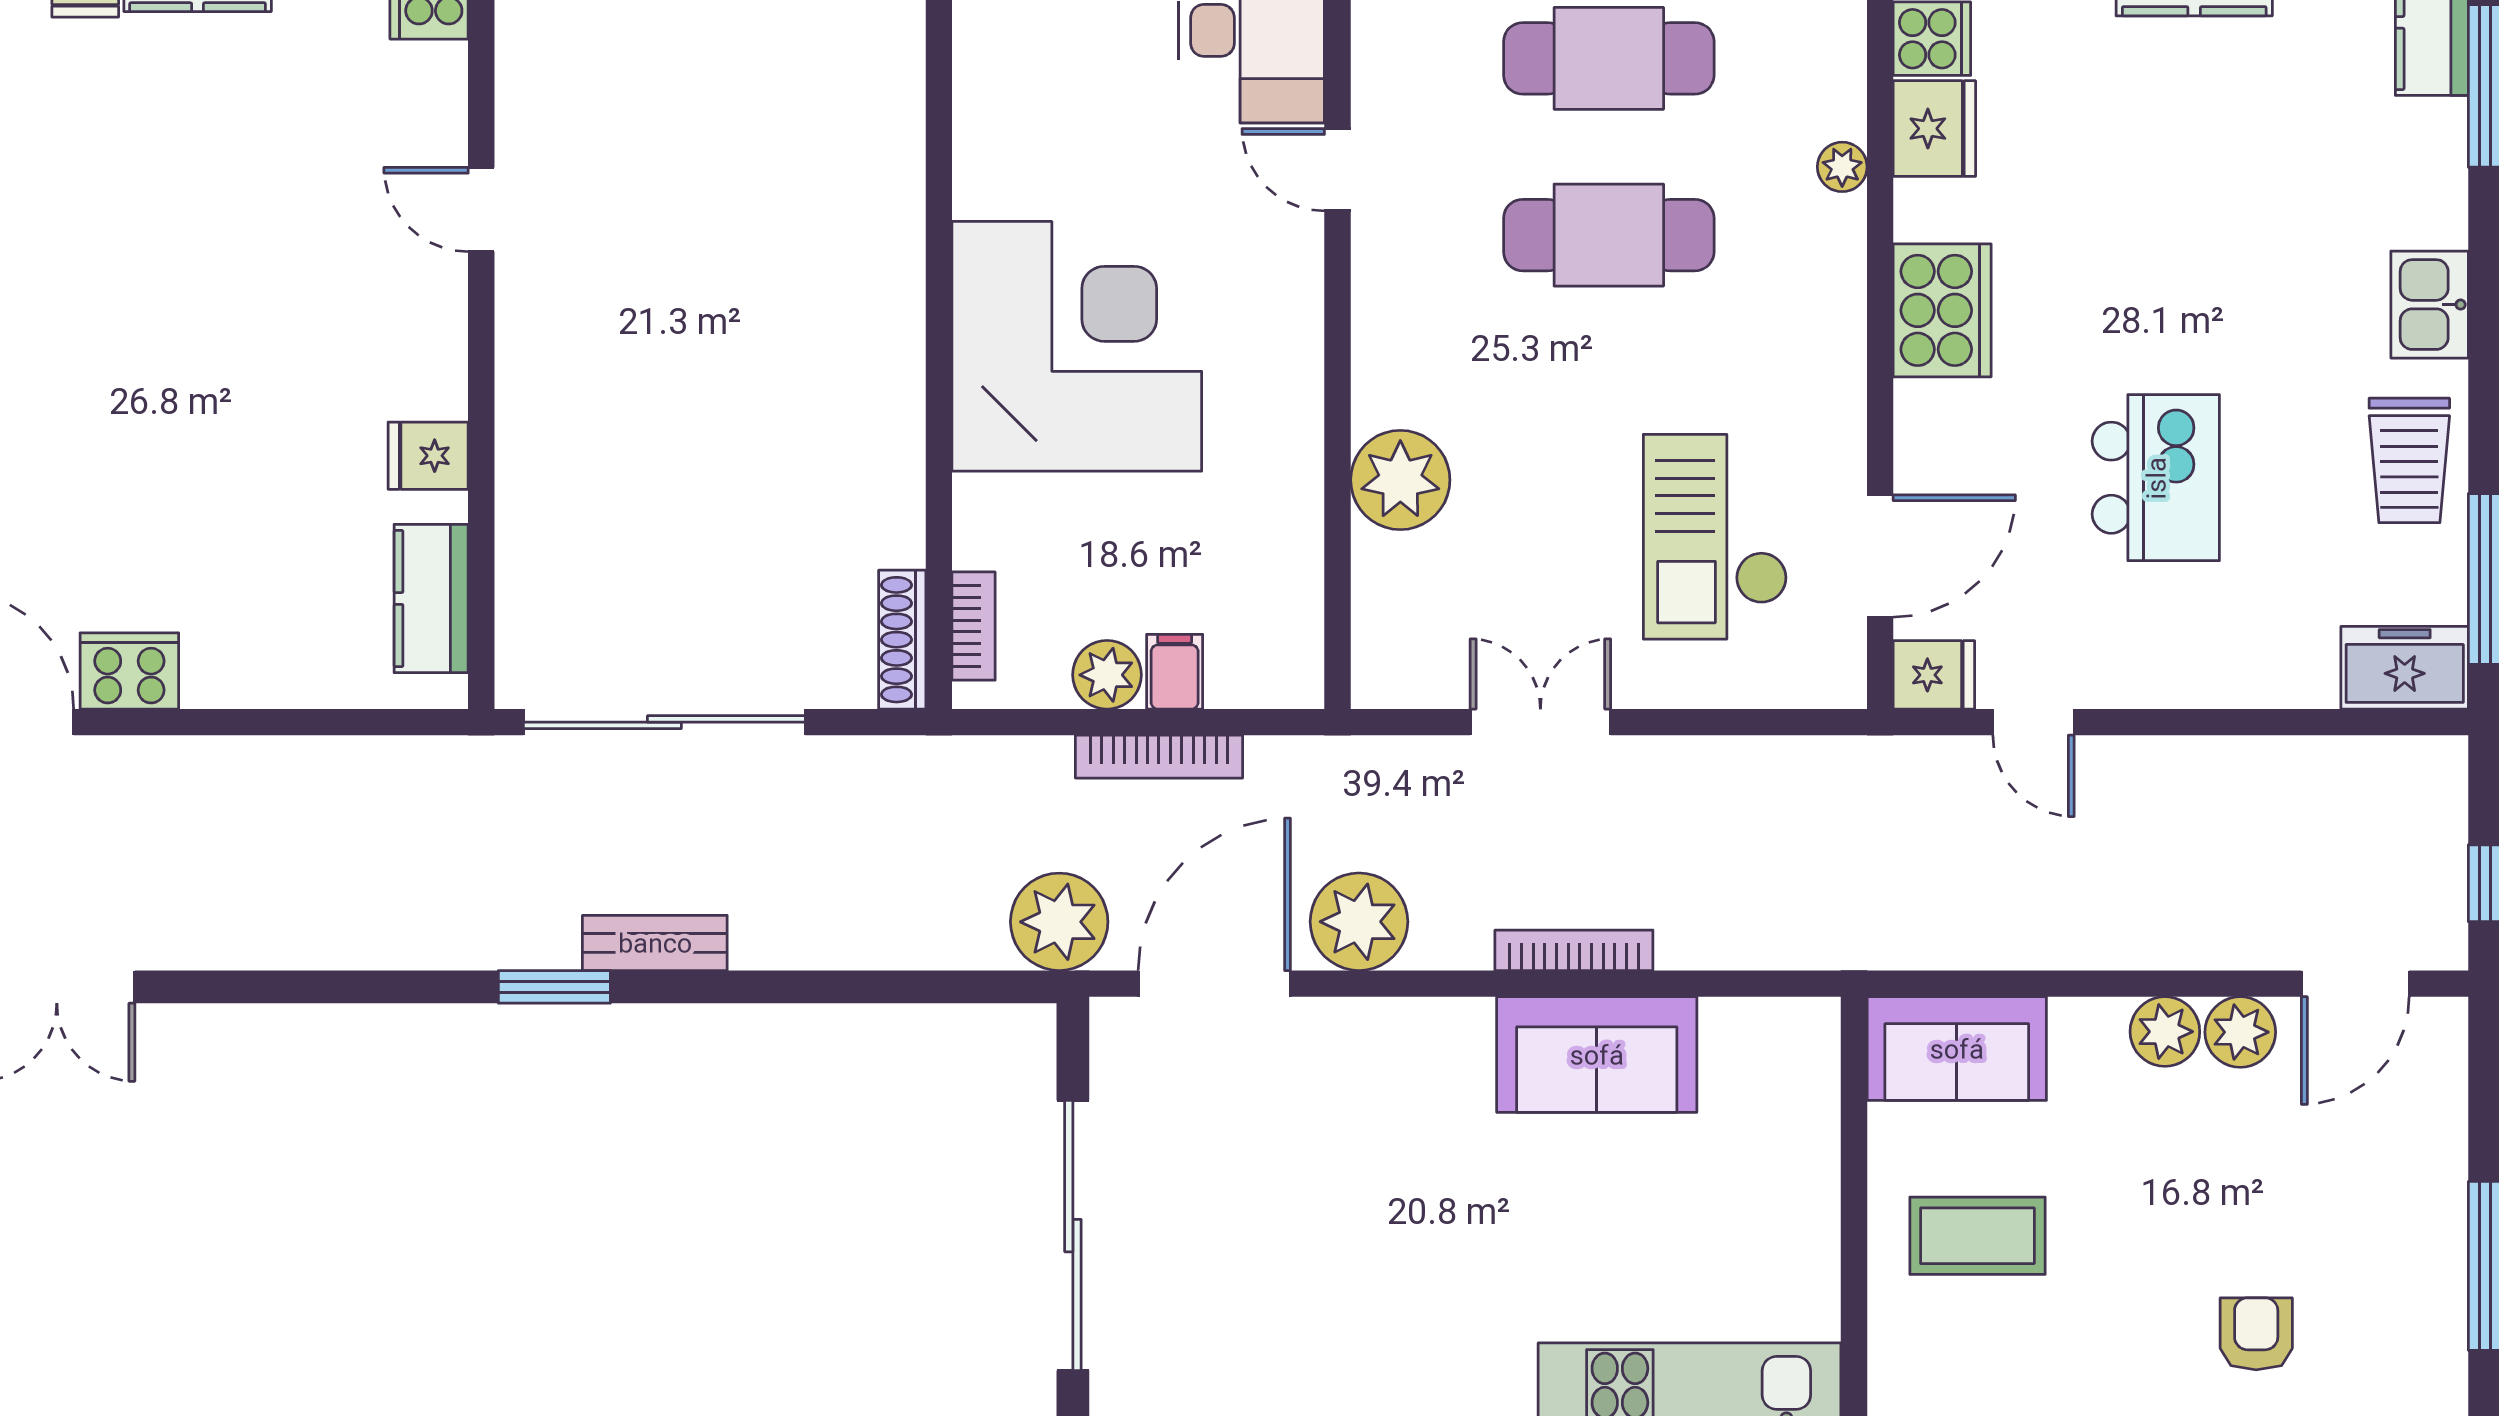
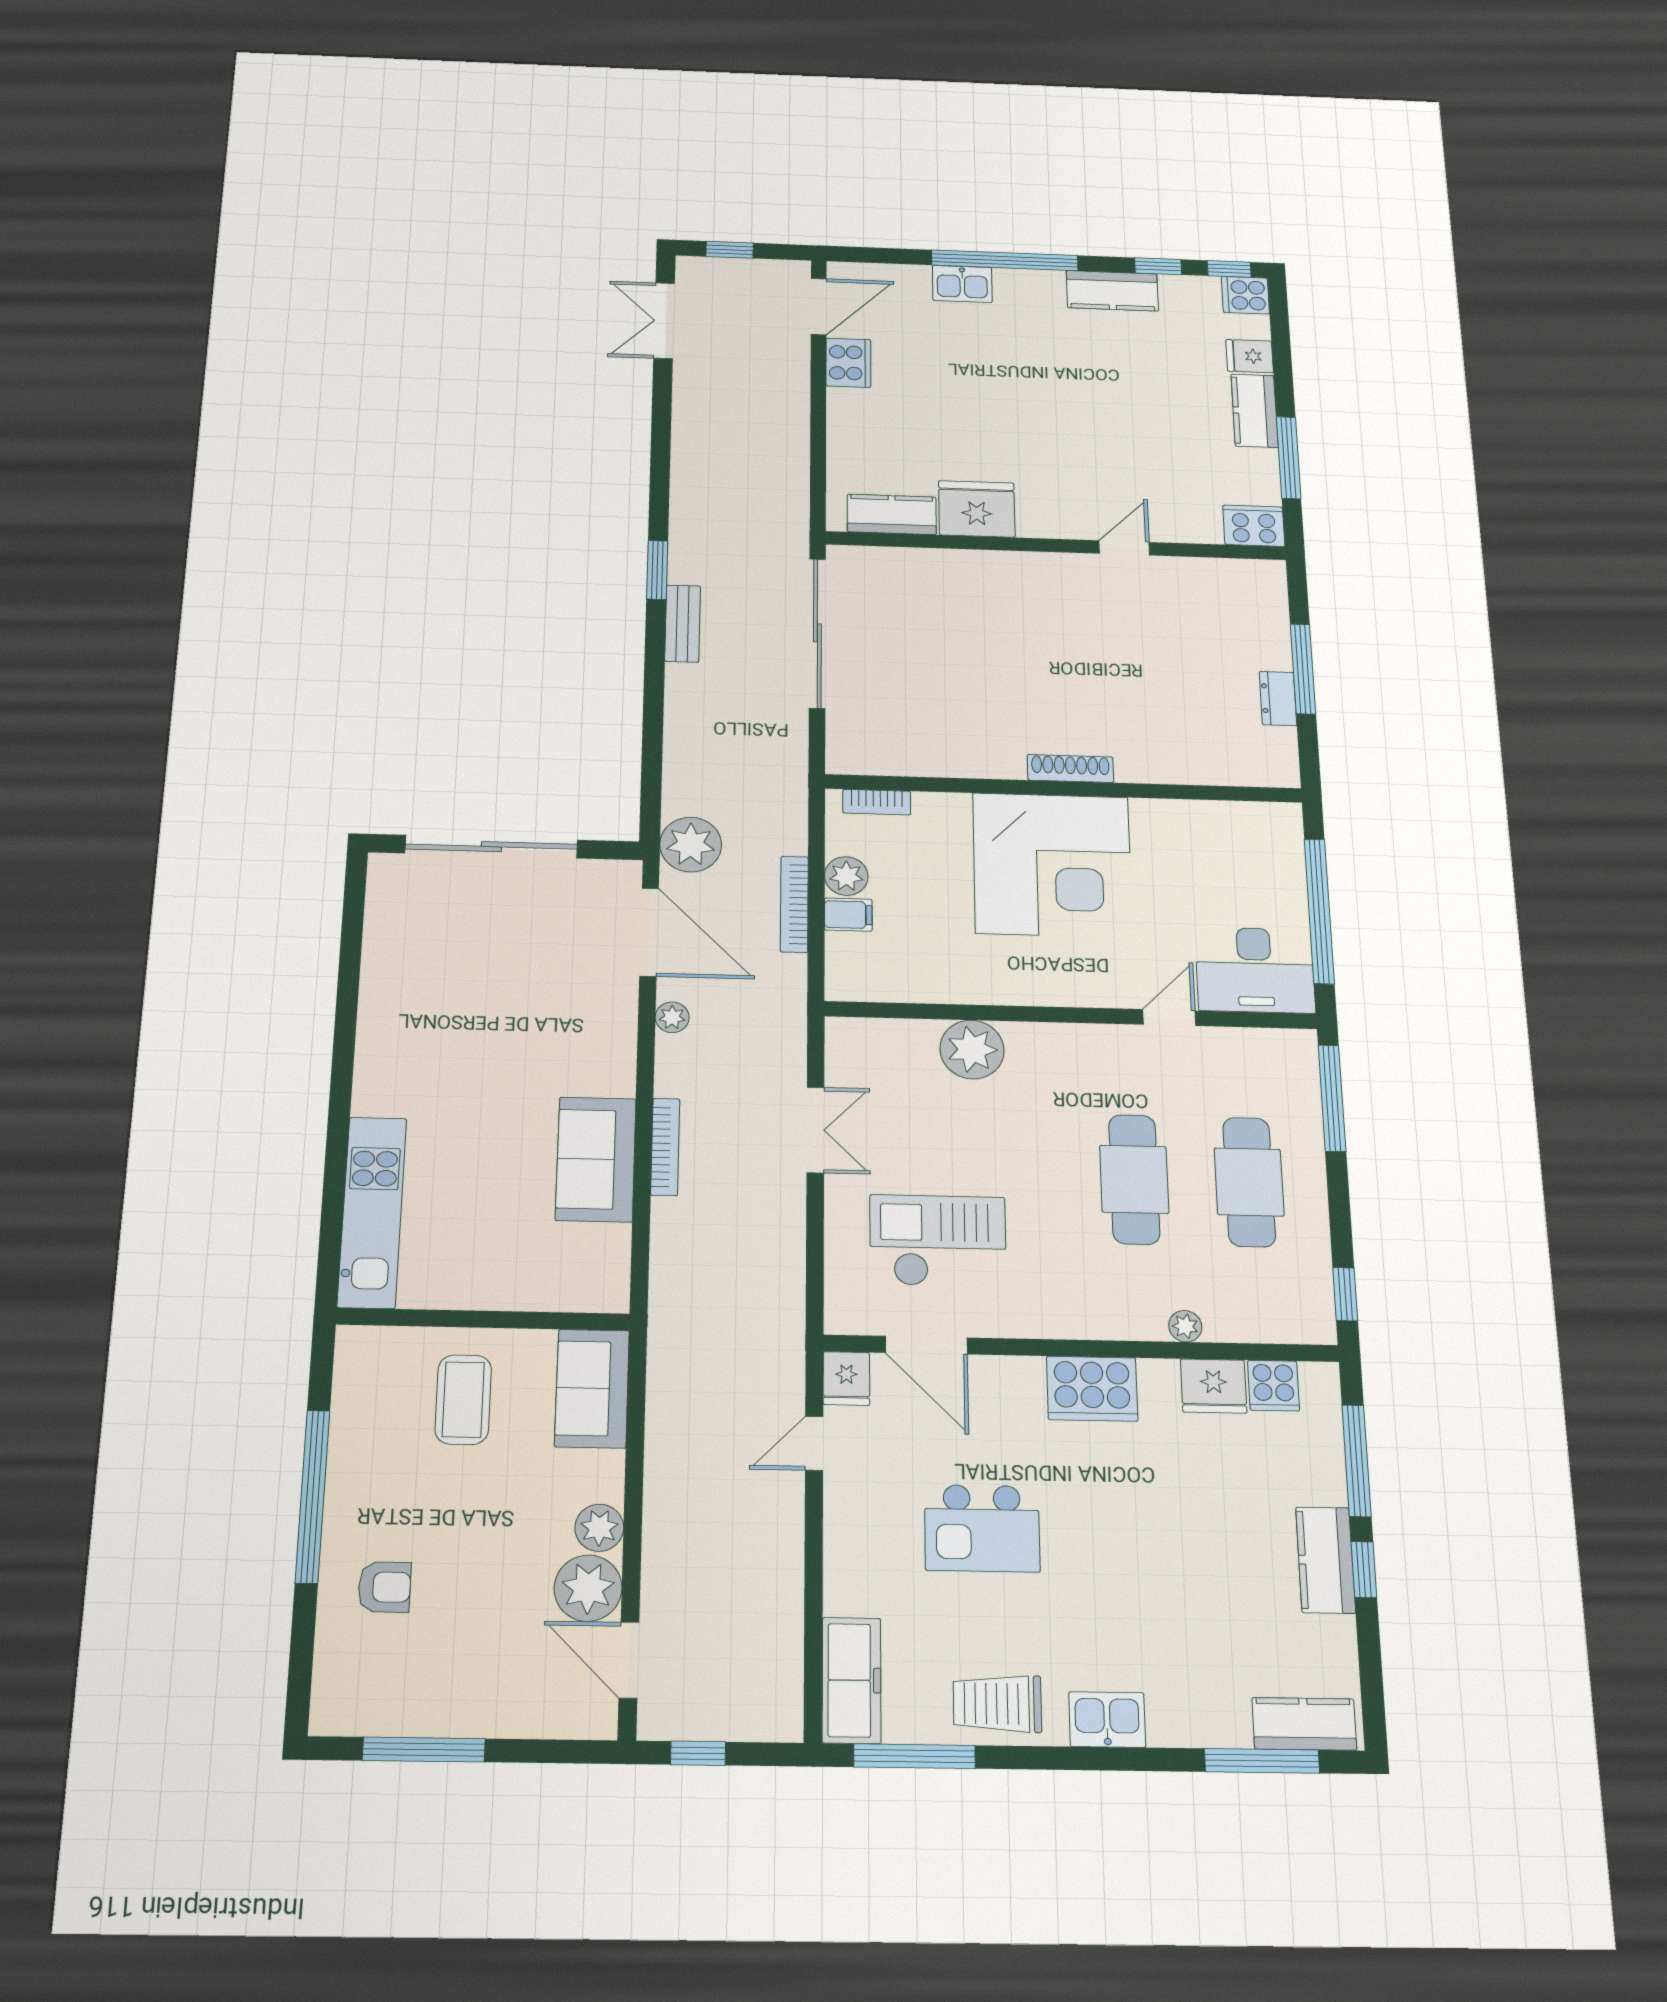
fridge: (428, 456) -> (977, 509), width x1.88, depth x1.34
shoe rack: (902, 640) -> (1070, 769), moved
freezer: (2405, 668) -> (852, 1680), width x1.40
plant: (1359, 922) -> (672, 1017), width x0.53, depth x0.53
plant: (2240, 1032) -> (588, 1588), width x1.36, depth x1.36

